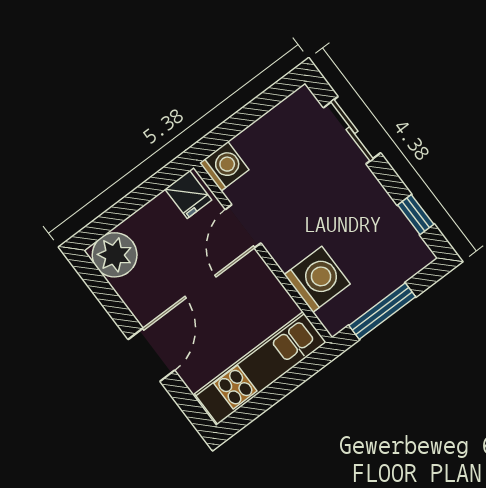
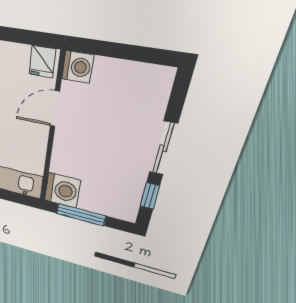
sliding door: (352, 130) -> (163, 148), moved
washing machine: (317, 279) -> (62, 190), moved

